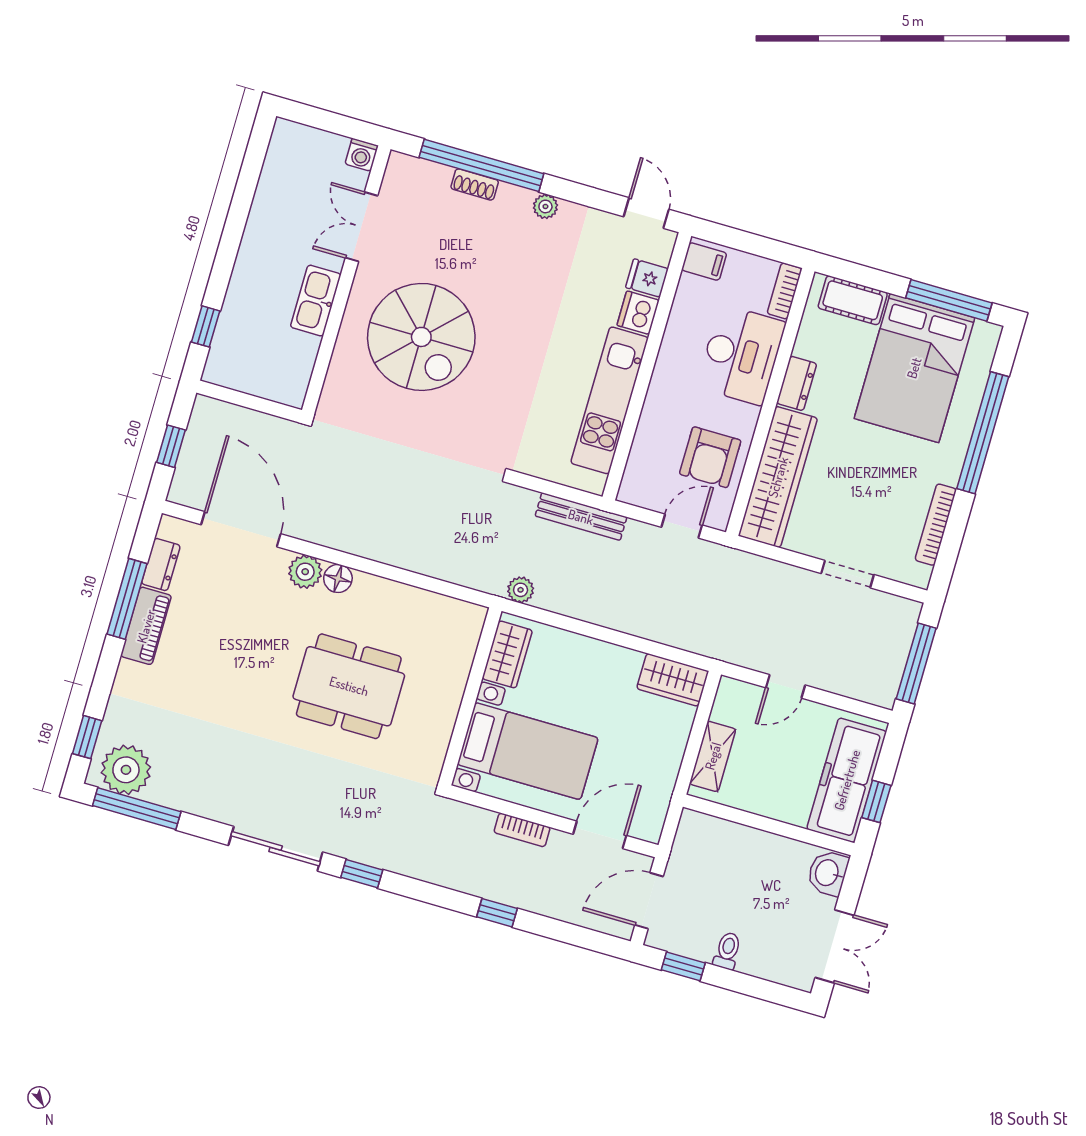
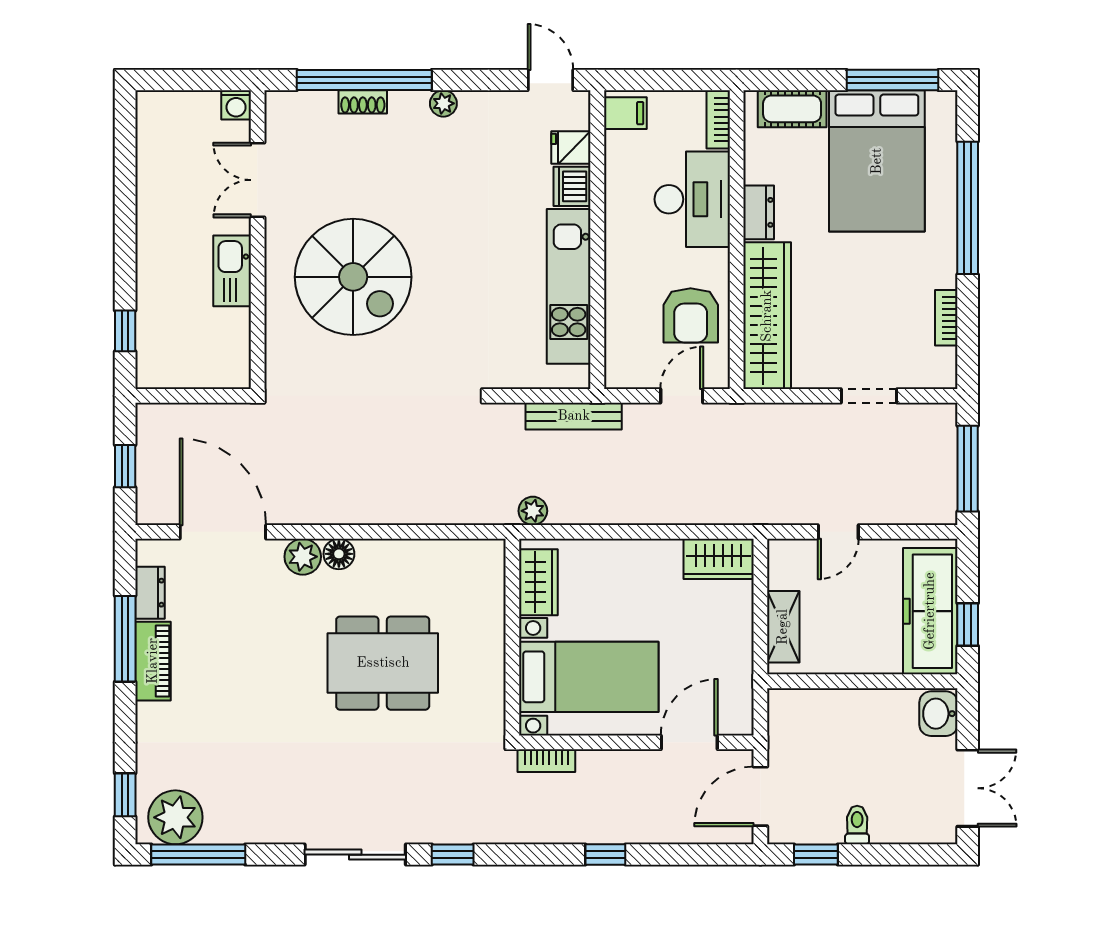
bookcase: (936, 525) -> (946, 318), width x0.64
bookcase: (522, 830) -> (546, 761), moved

